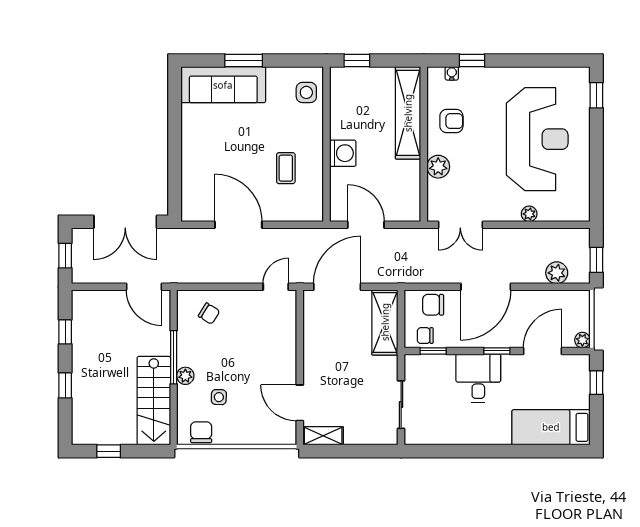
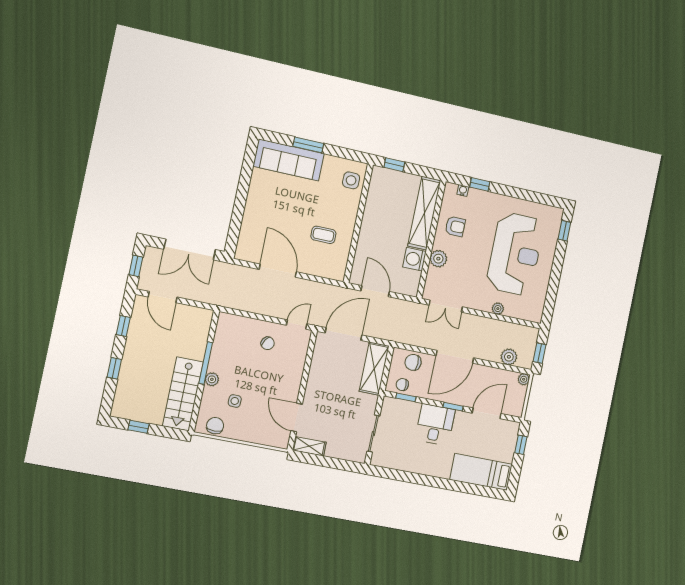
washing machine: (343, 153) -> (414, 259), moved, turned 180
coffee table: (286, 168) -> (323, 235), turned 90
door: (144, 287) -> (163, 297), moved
chair: (209, 314) -> (268, 343), moved
plant: (582, 340) -> (524, 379), moved

